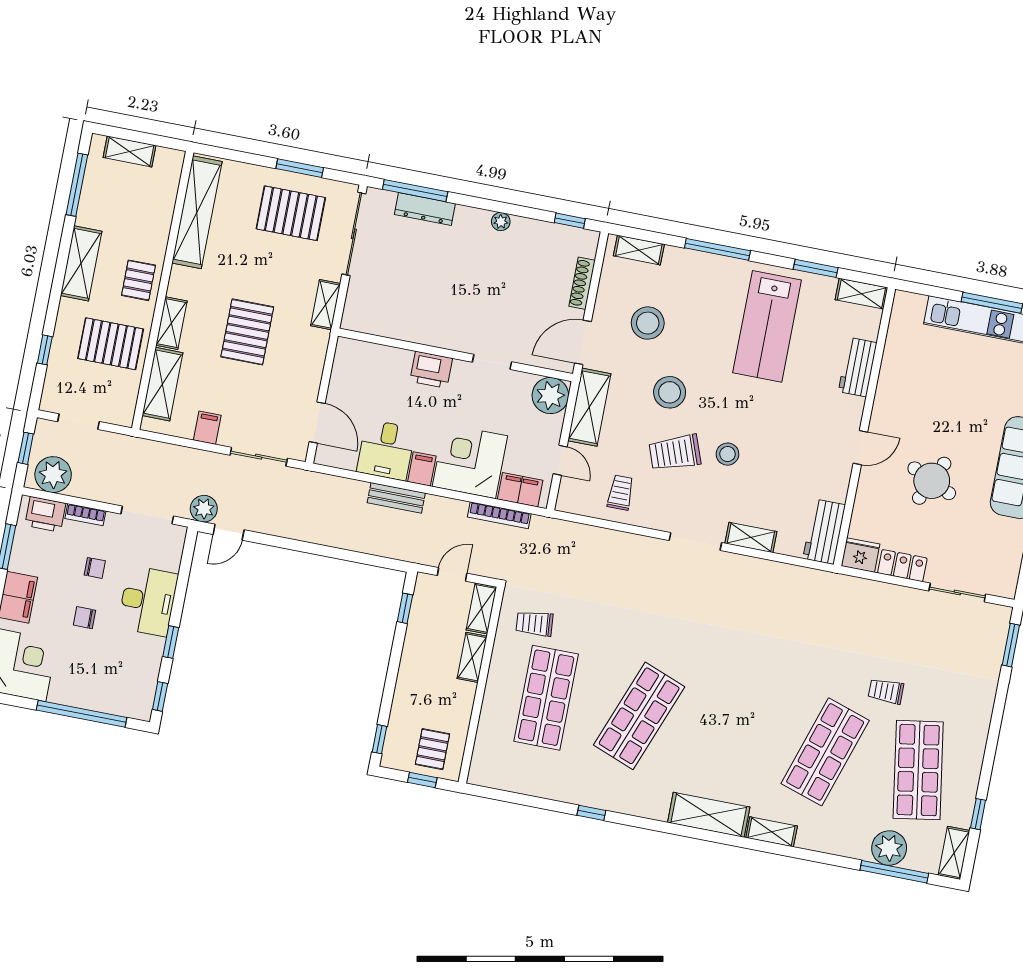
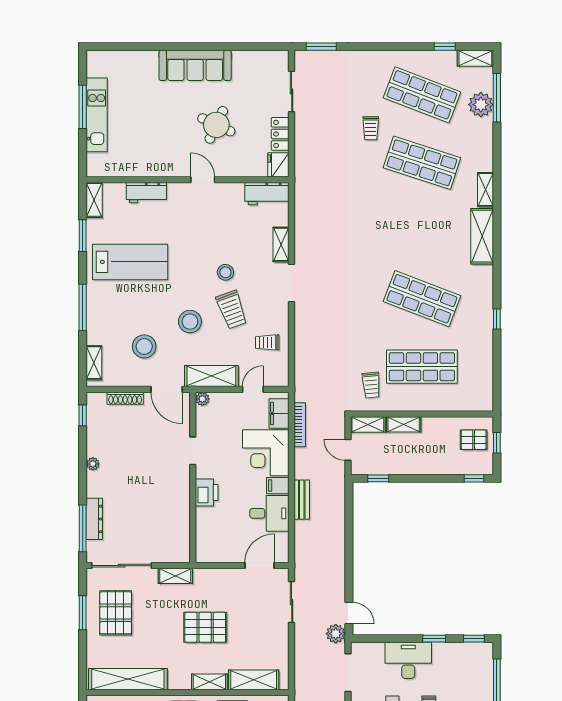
plant: (550, 396) -> (202, 399), width x0.53, depth x0.53
filing cabinet: (207, 428) -> (278, 642), removed
shop shelf: (918, 770) -> (422, 95), turned 30

